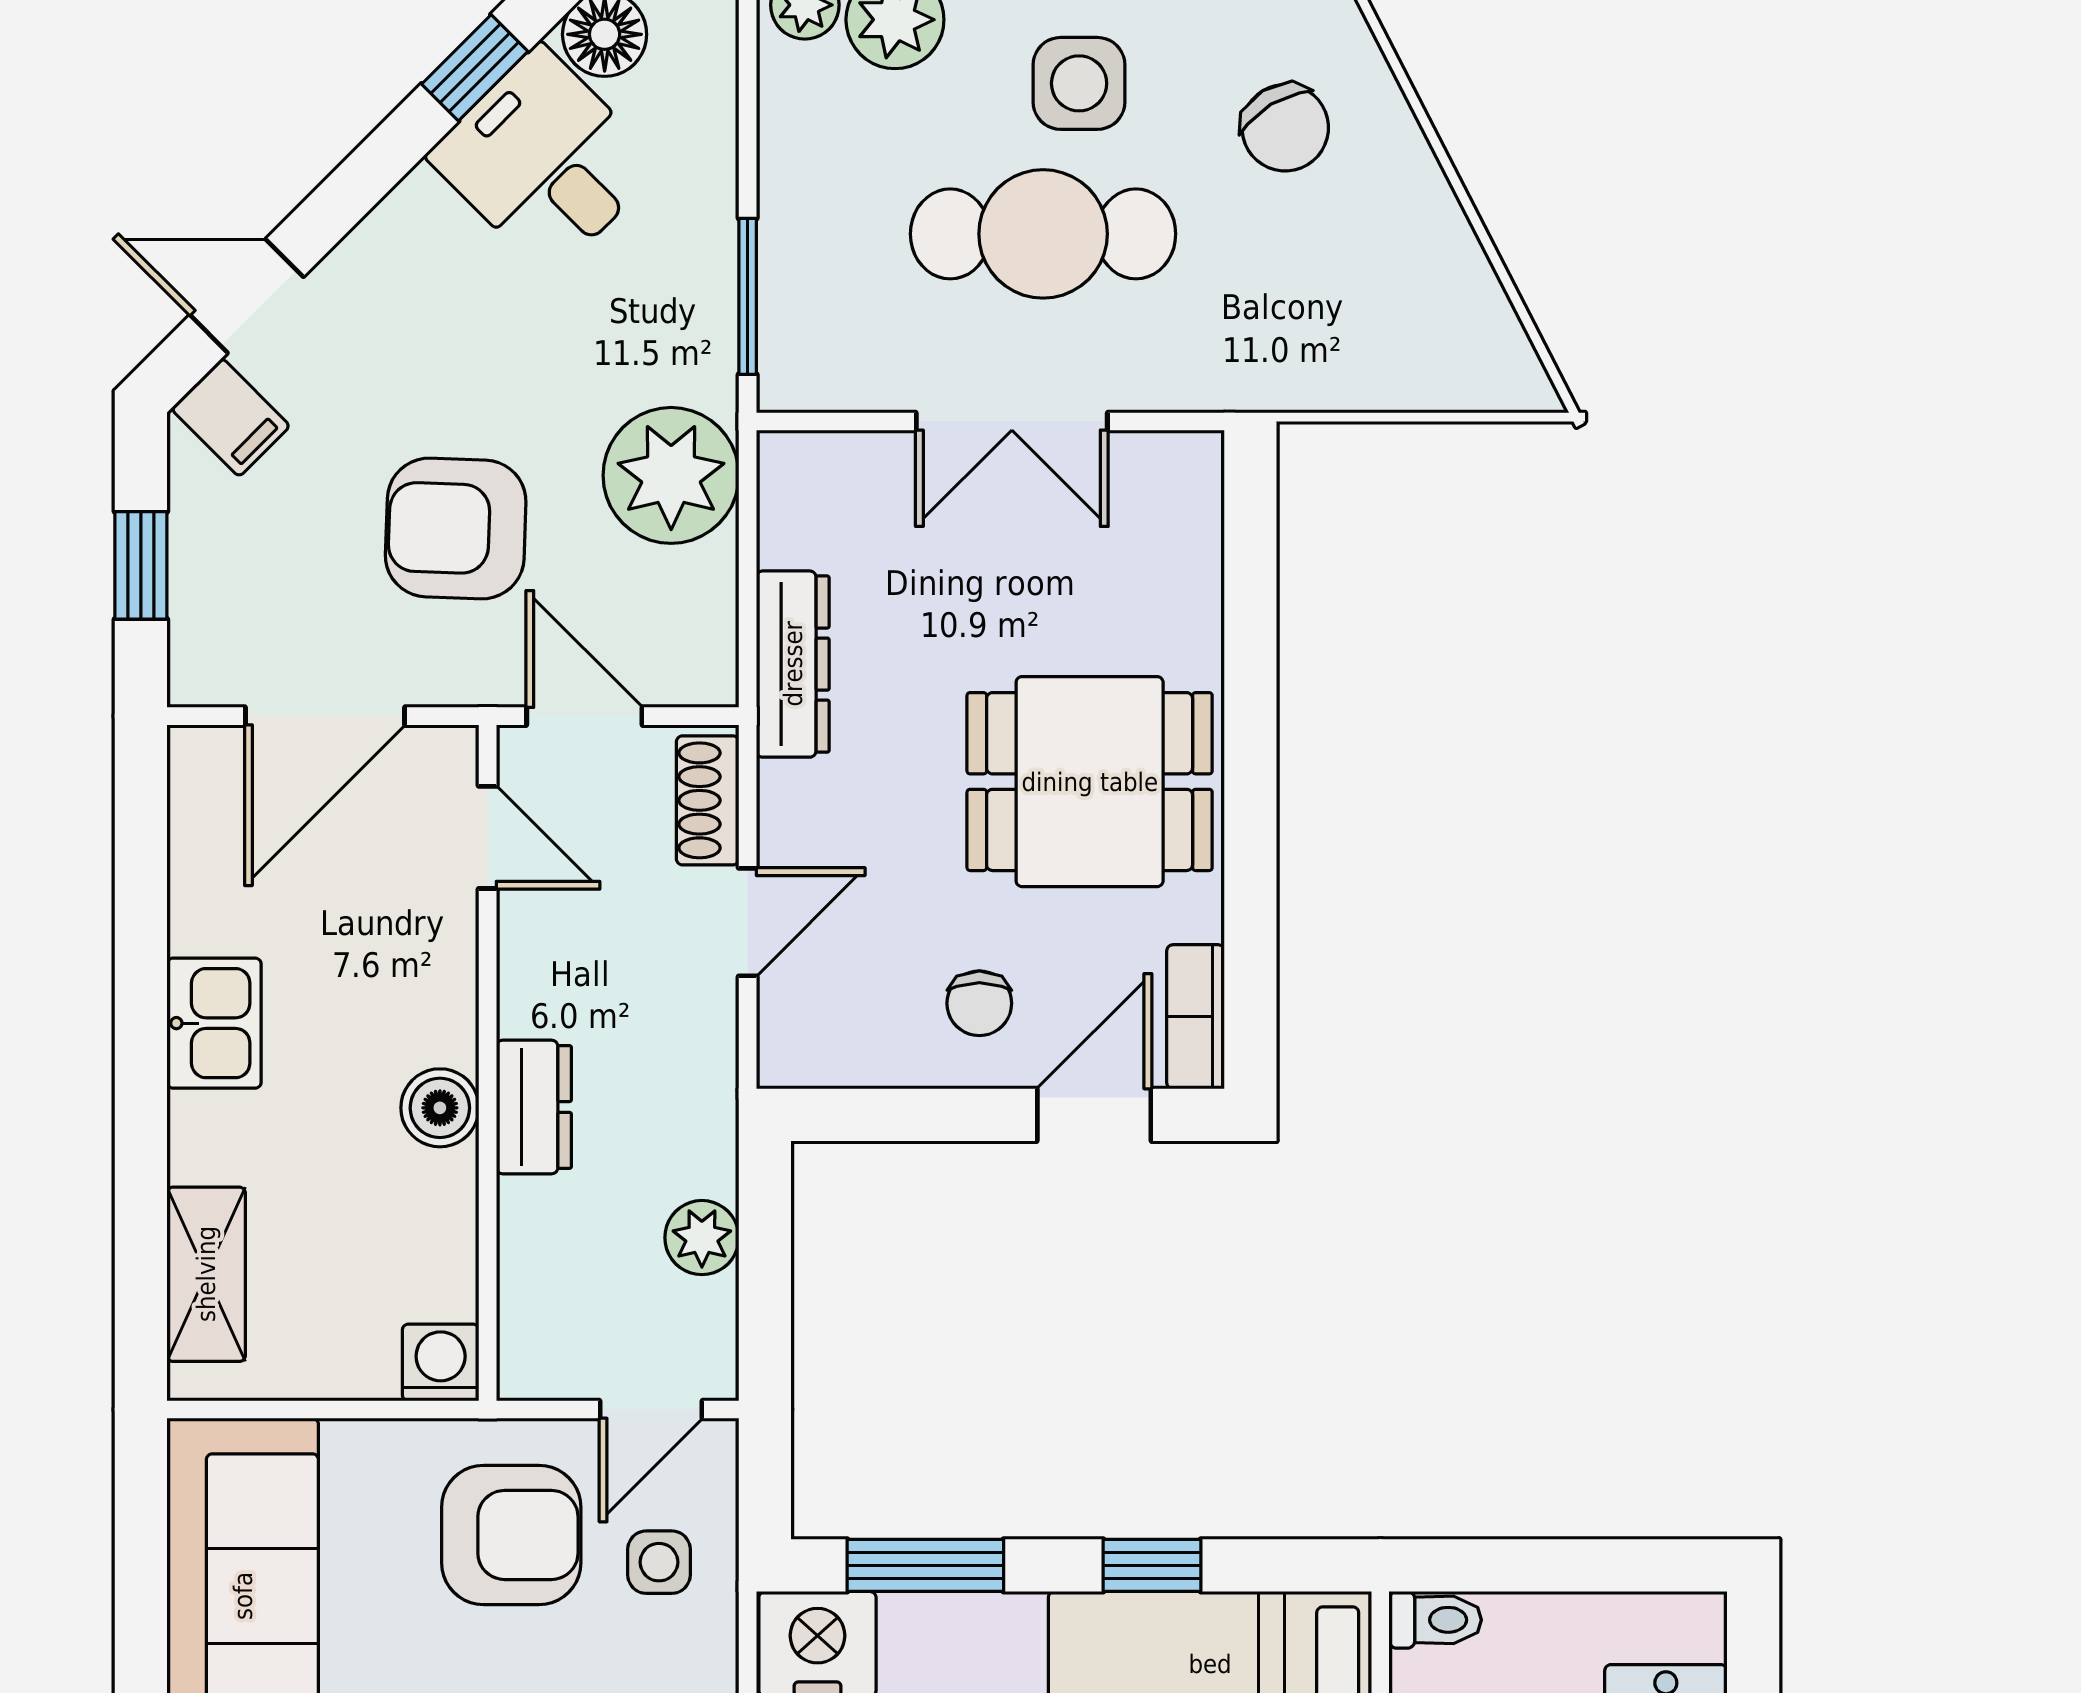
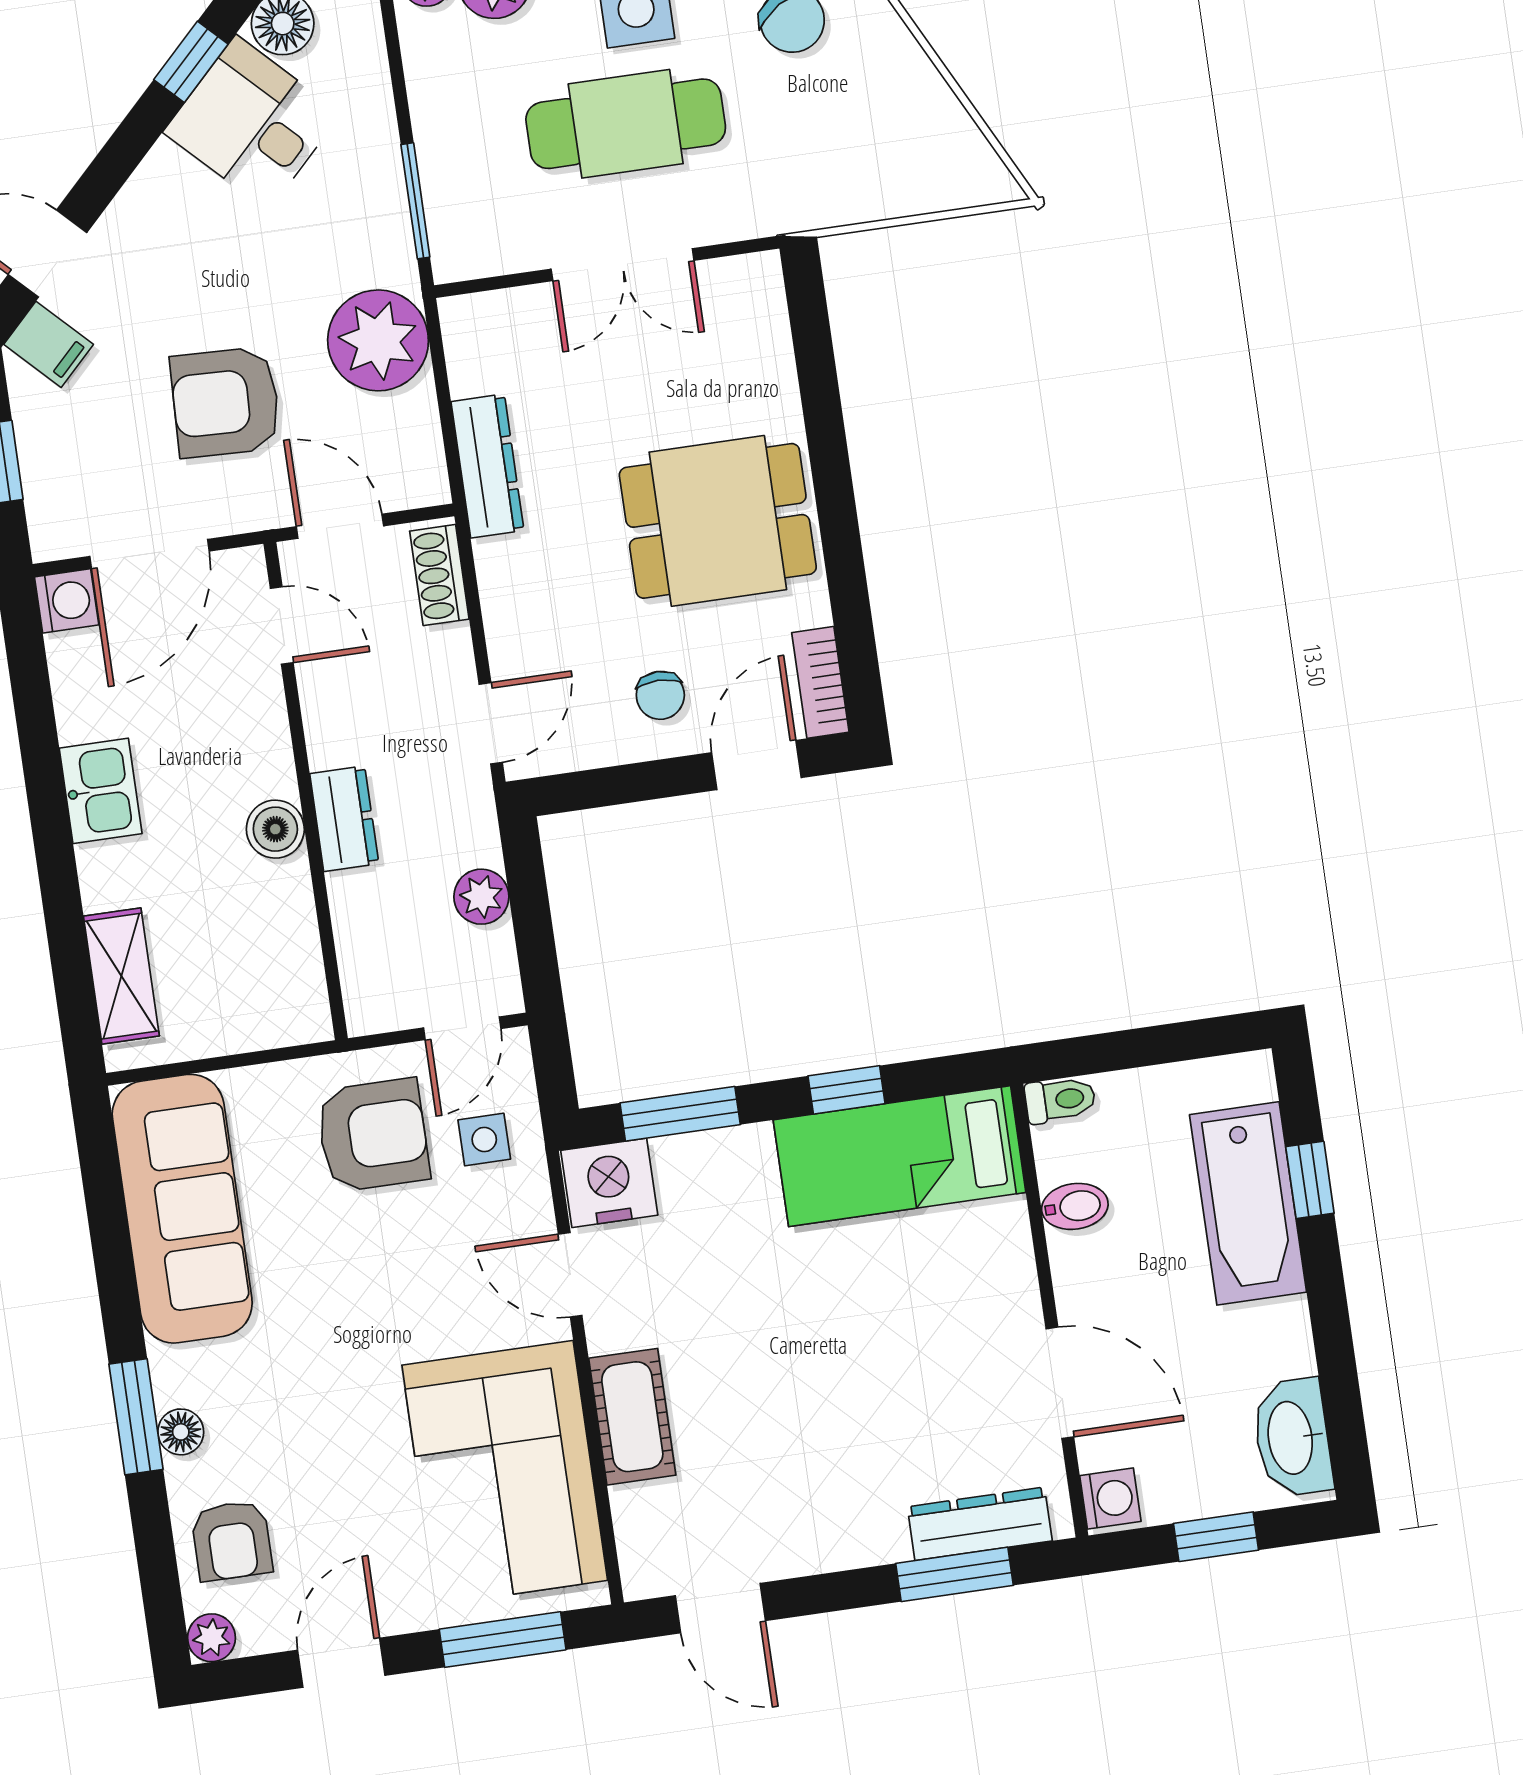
door: (748, 922) -> (491, 723), moved
washing machine: (441, 1362) -> (67, 601), moved, turned 90

